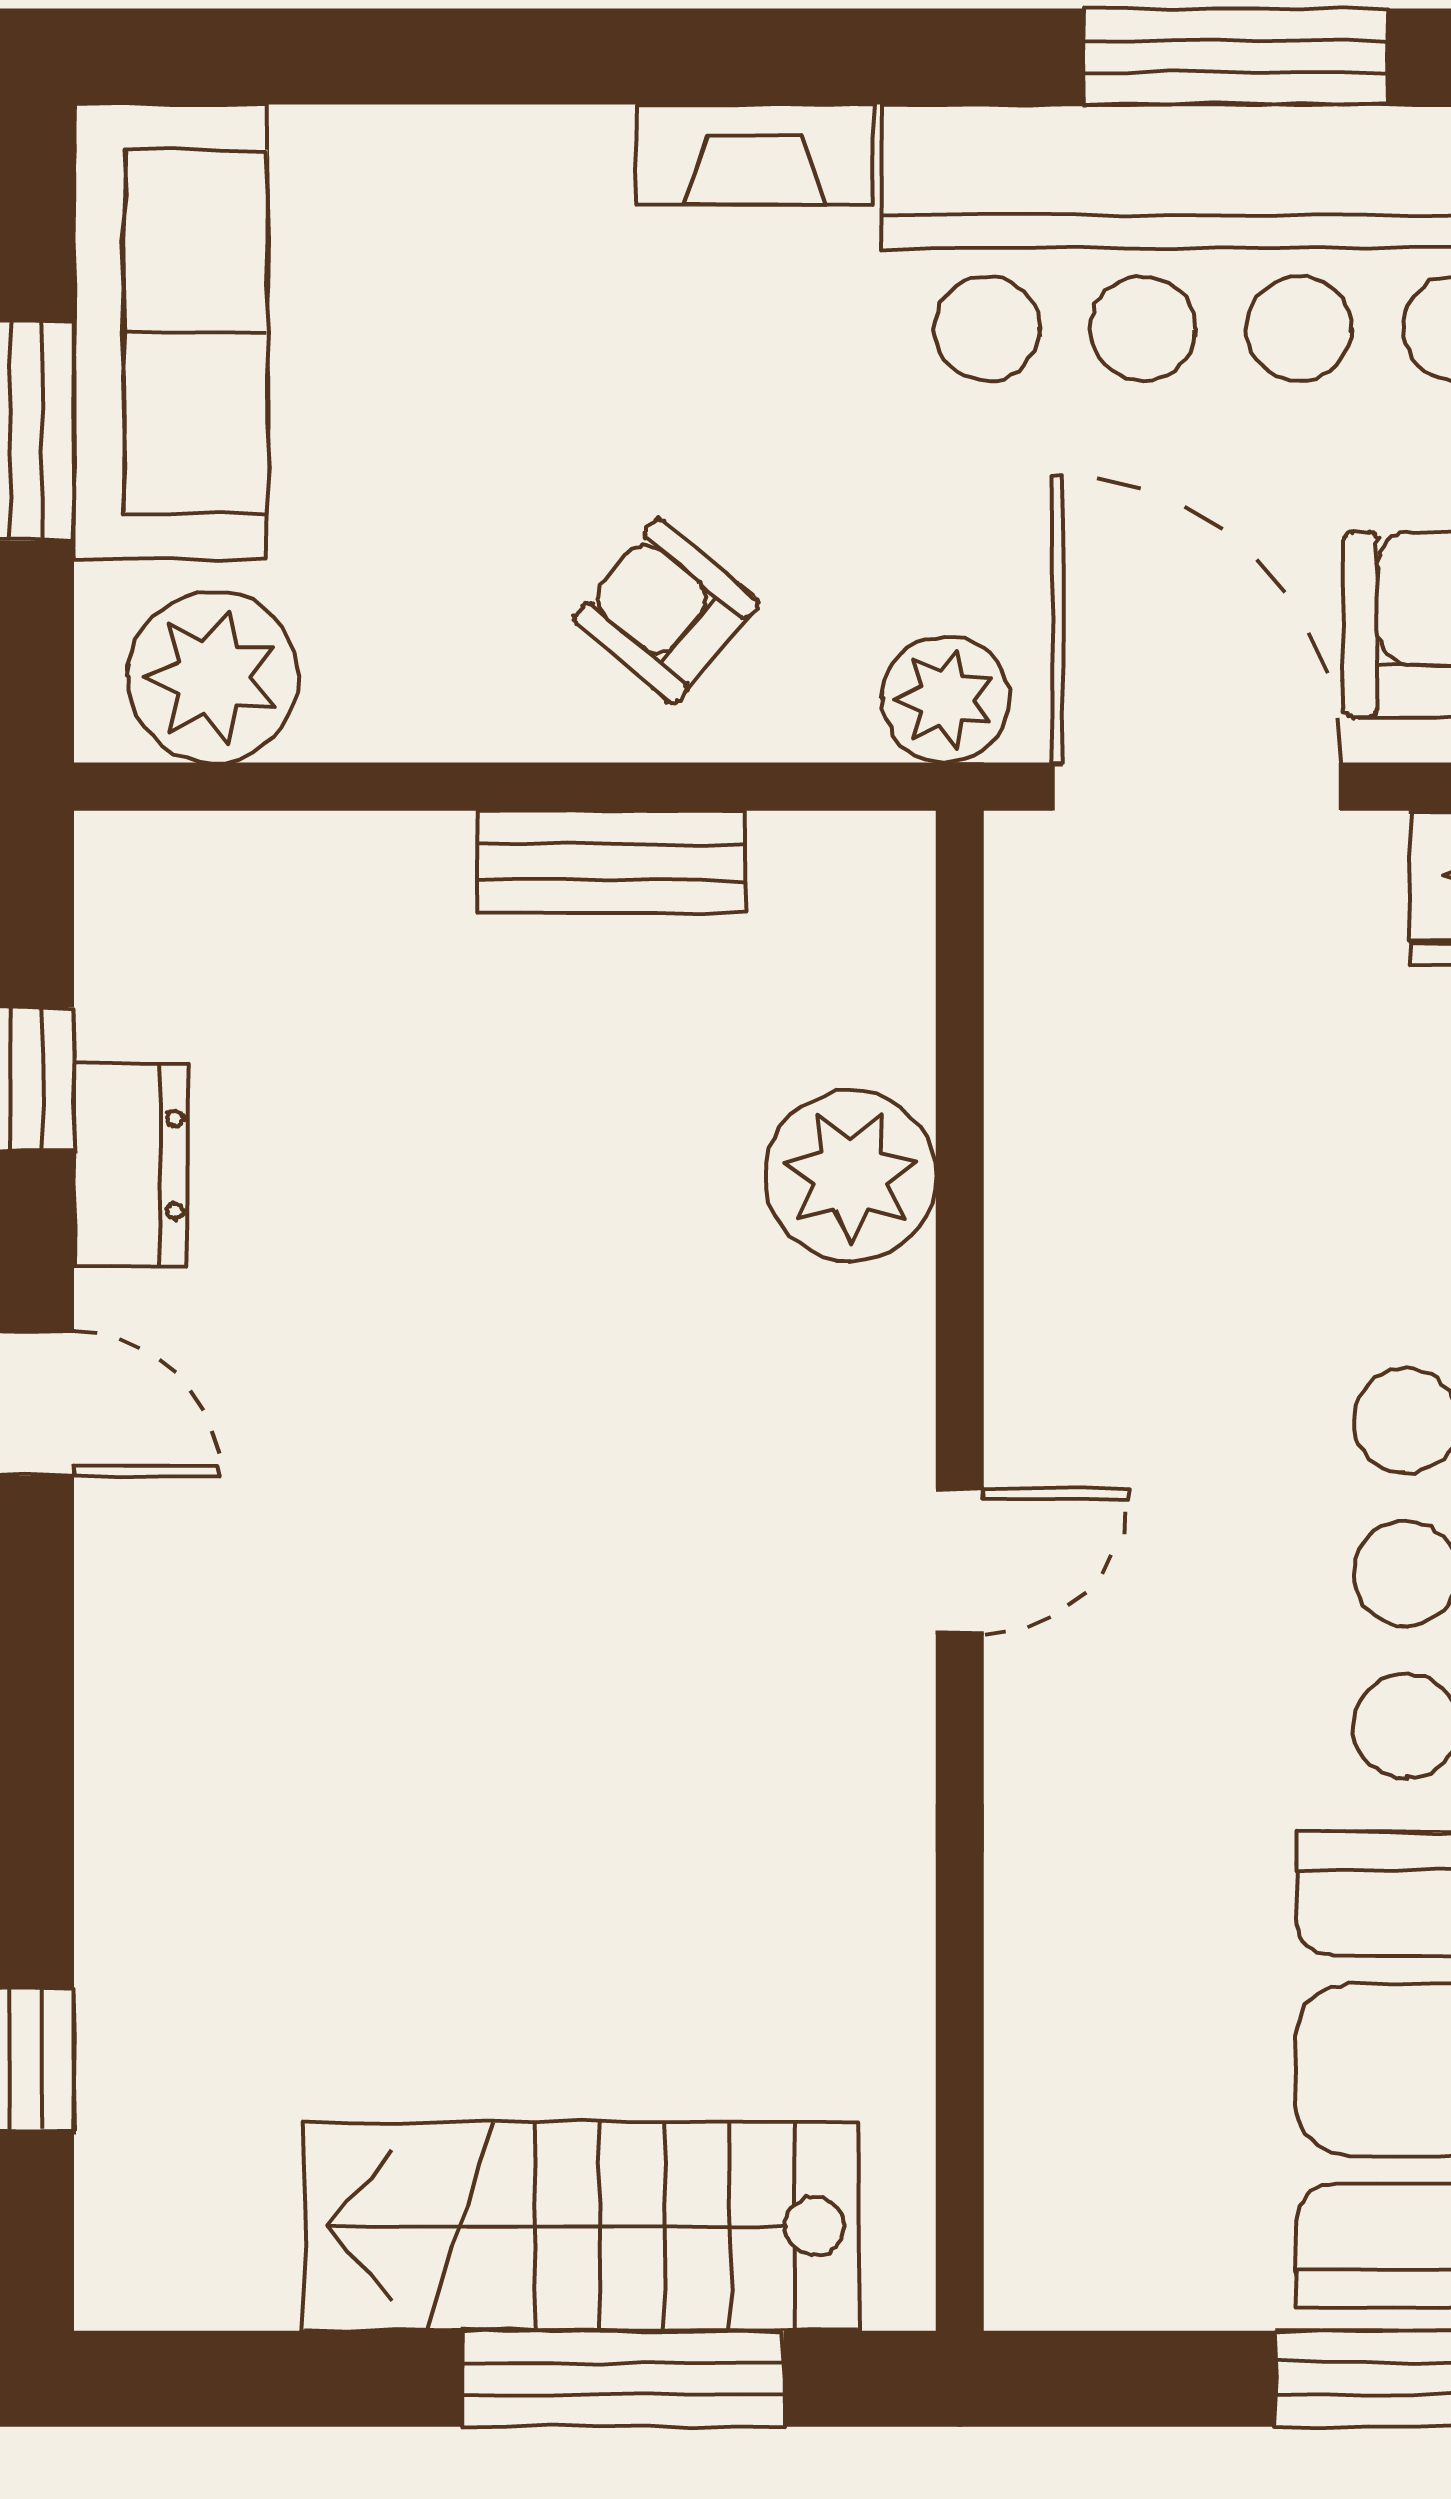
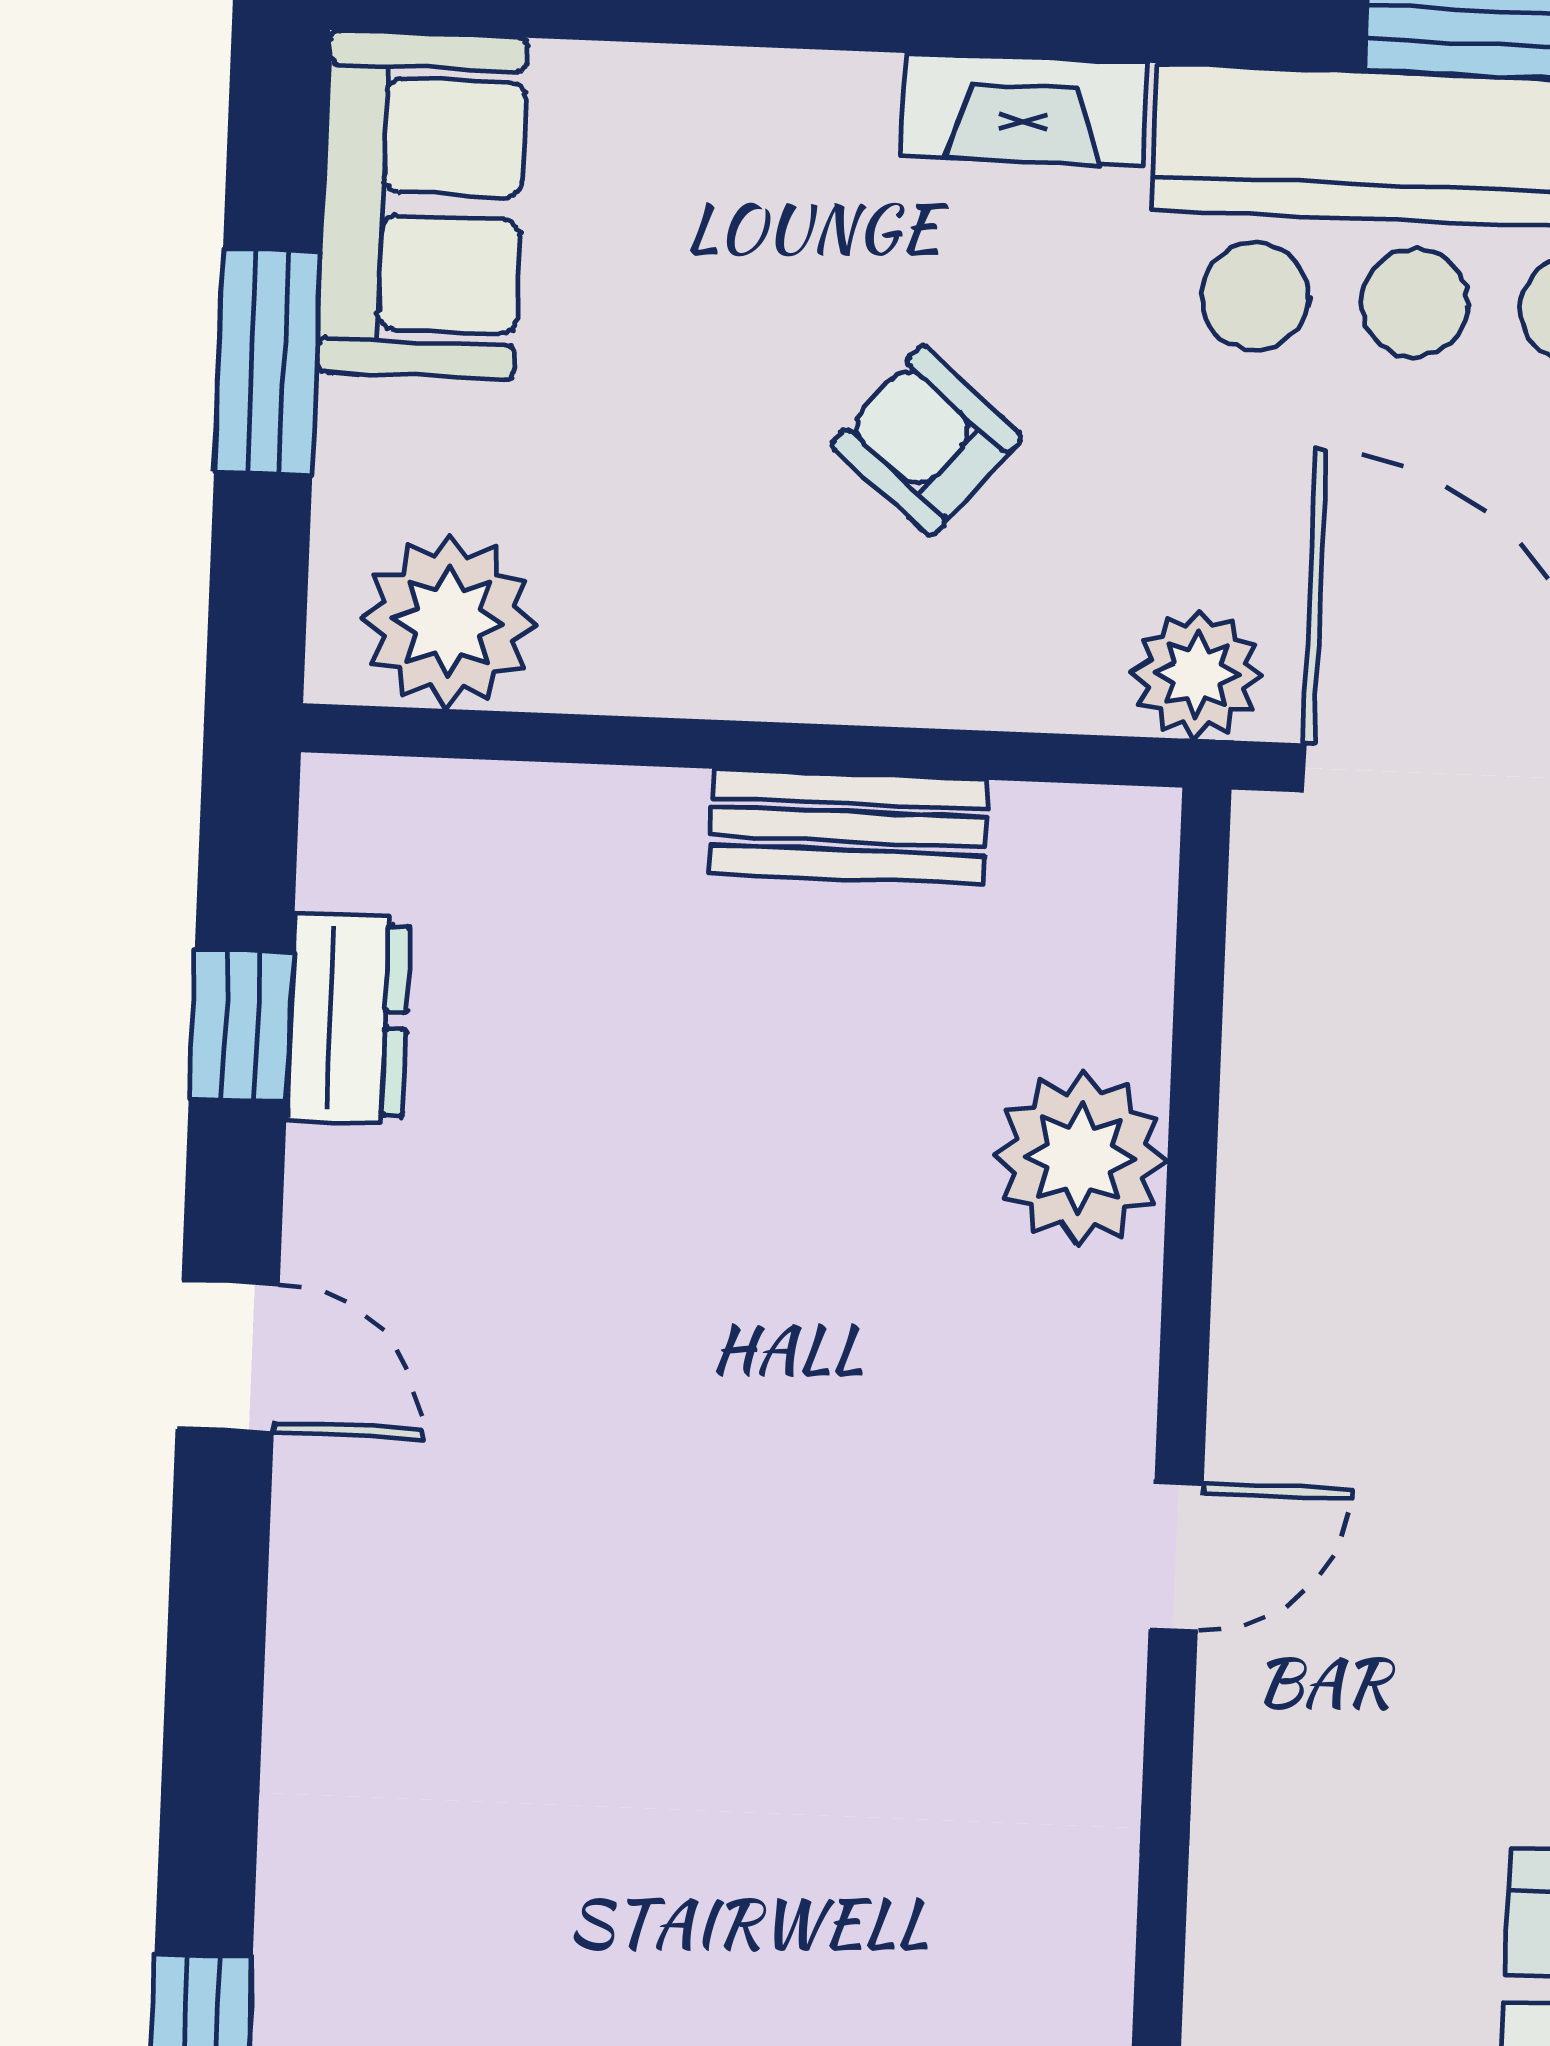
sofa: (171, 332) -> (422, 205), width x0.73
armchair: (666, 611) -> (927, 441), moved
dresser: (131, 1165) -> (348, 1019), moved

